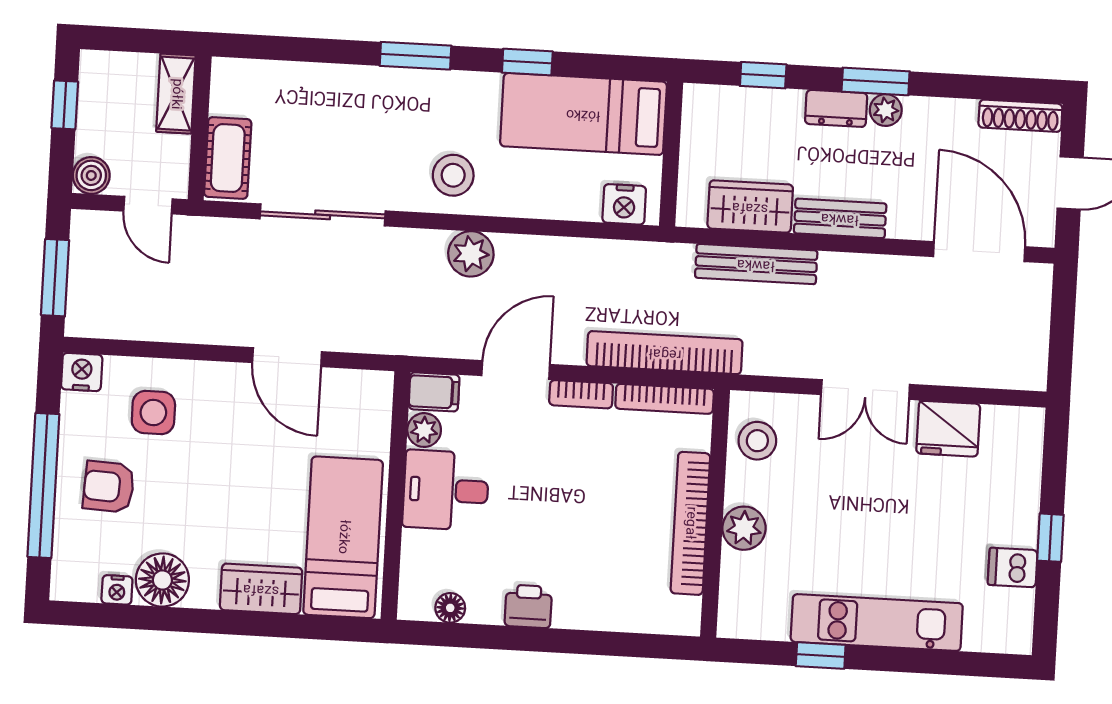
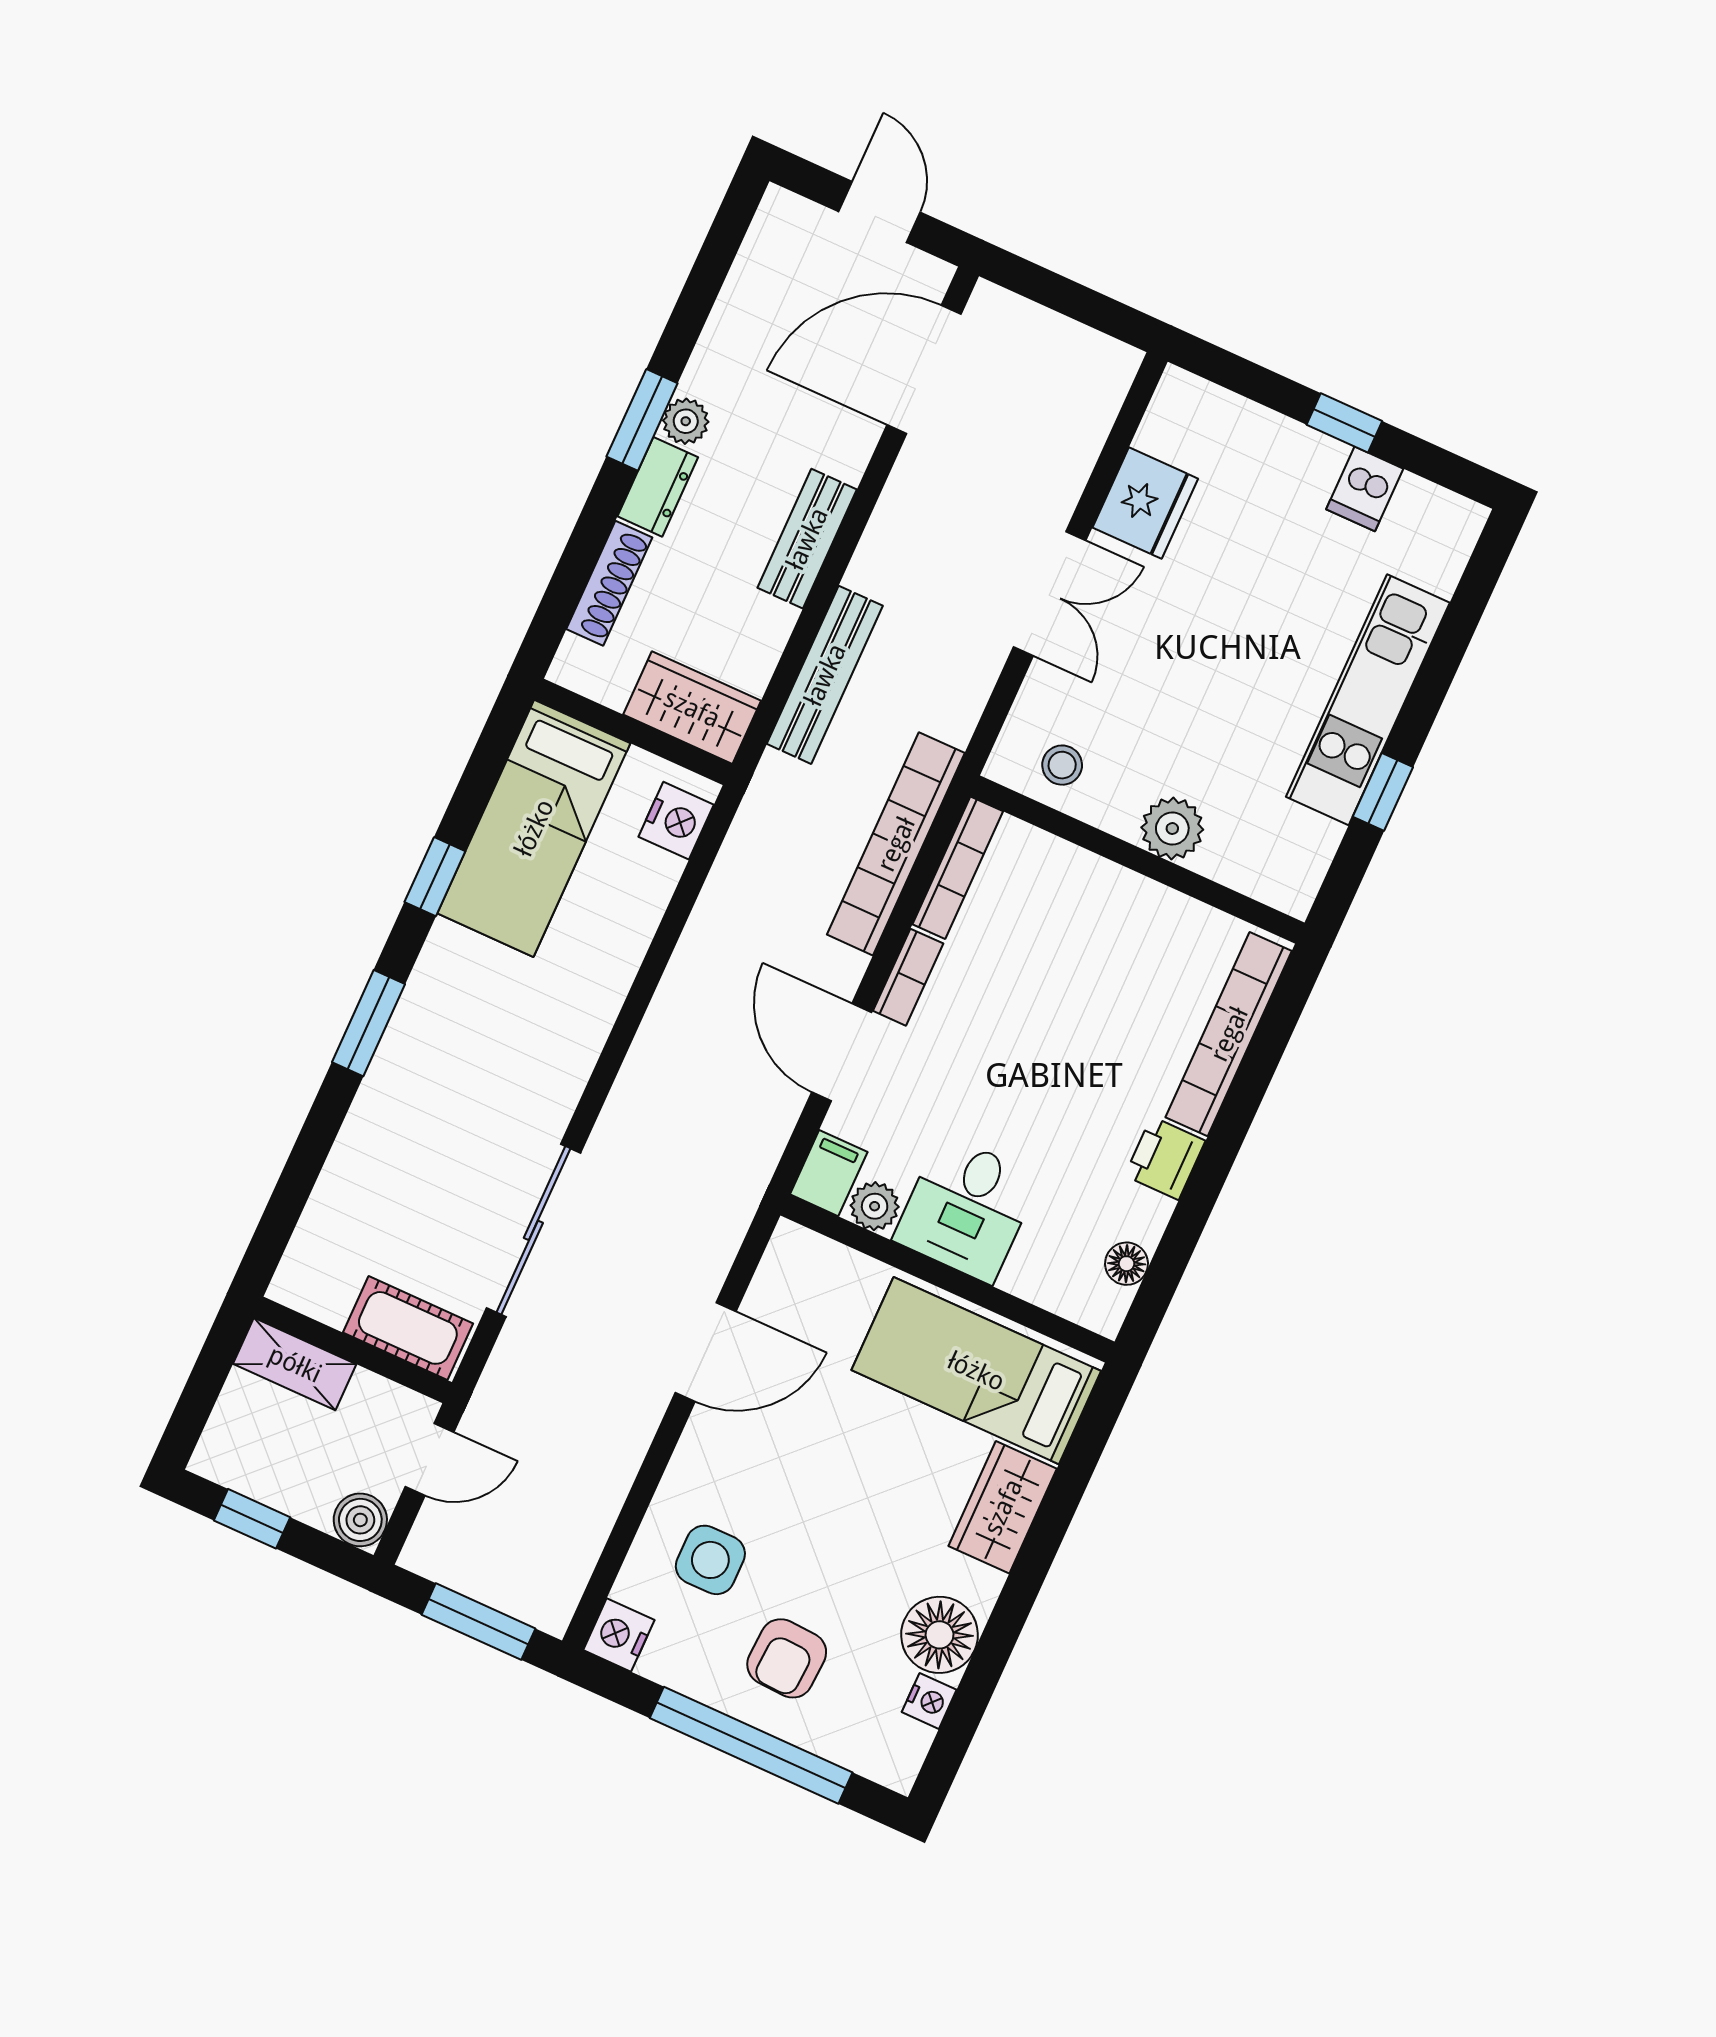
window: (763, 75) -> (575, 567), removed
shoe rack: (1020, 116) -> (609, 583), moved
stool: (453, 175) -> (548, 1035), removed
wardrobe: (750, 207) -> (692, 708), moved, turned 90
plant: (471, 254) -> (663, 1052), removed
stool: (757, 441) -> (1062, 765), width x0.73, depth x0.73
bookcase: (690, 523) -> (1229, 1034), moved, turned 90

